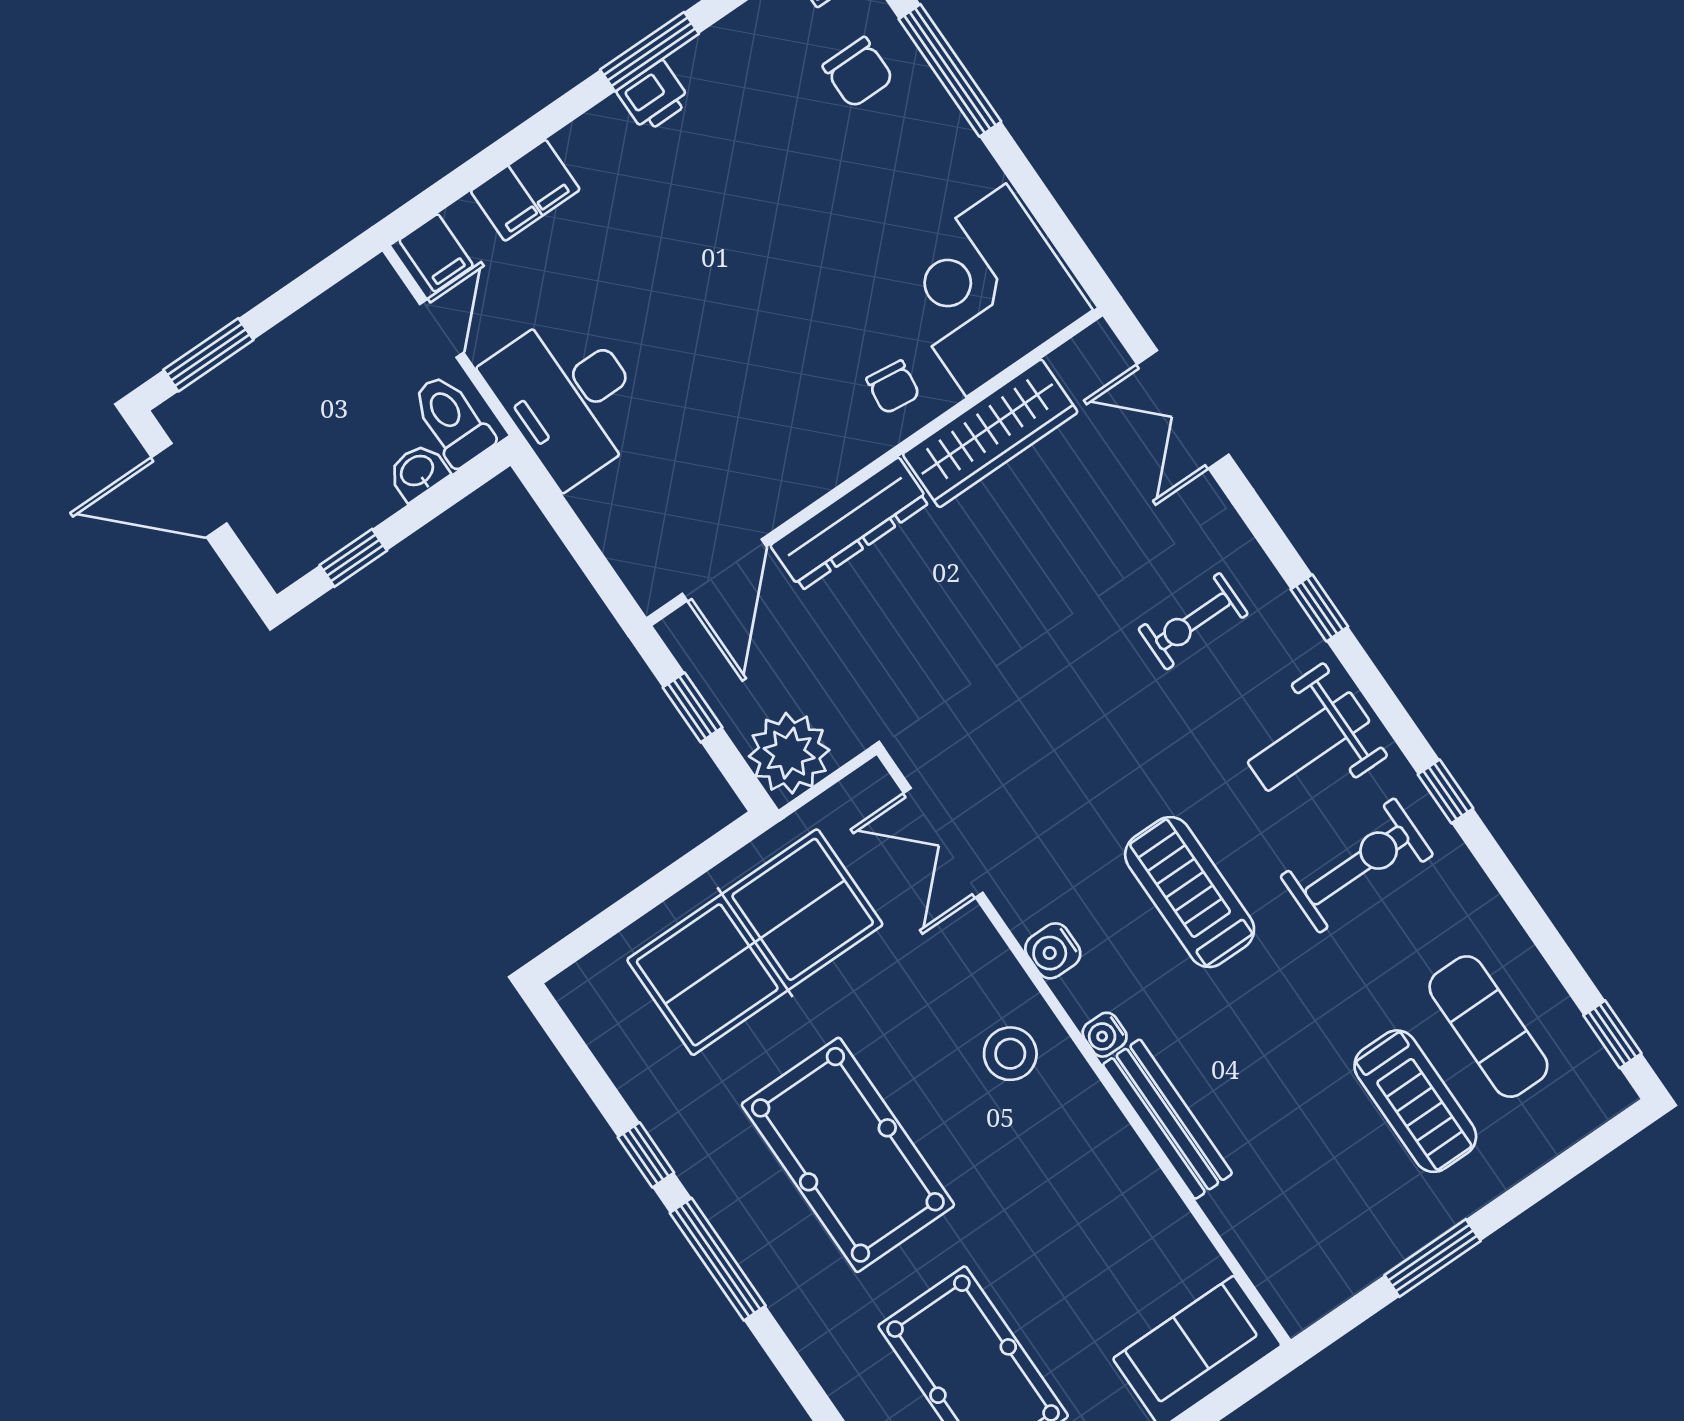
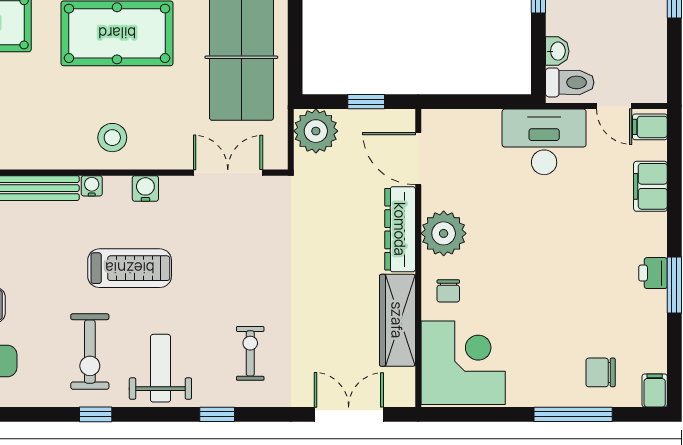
chair: (893, 387) -> (448, 291), turned -97
plant: (811, 454) -> (444, 233), added

